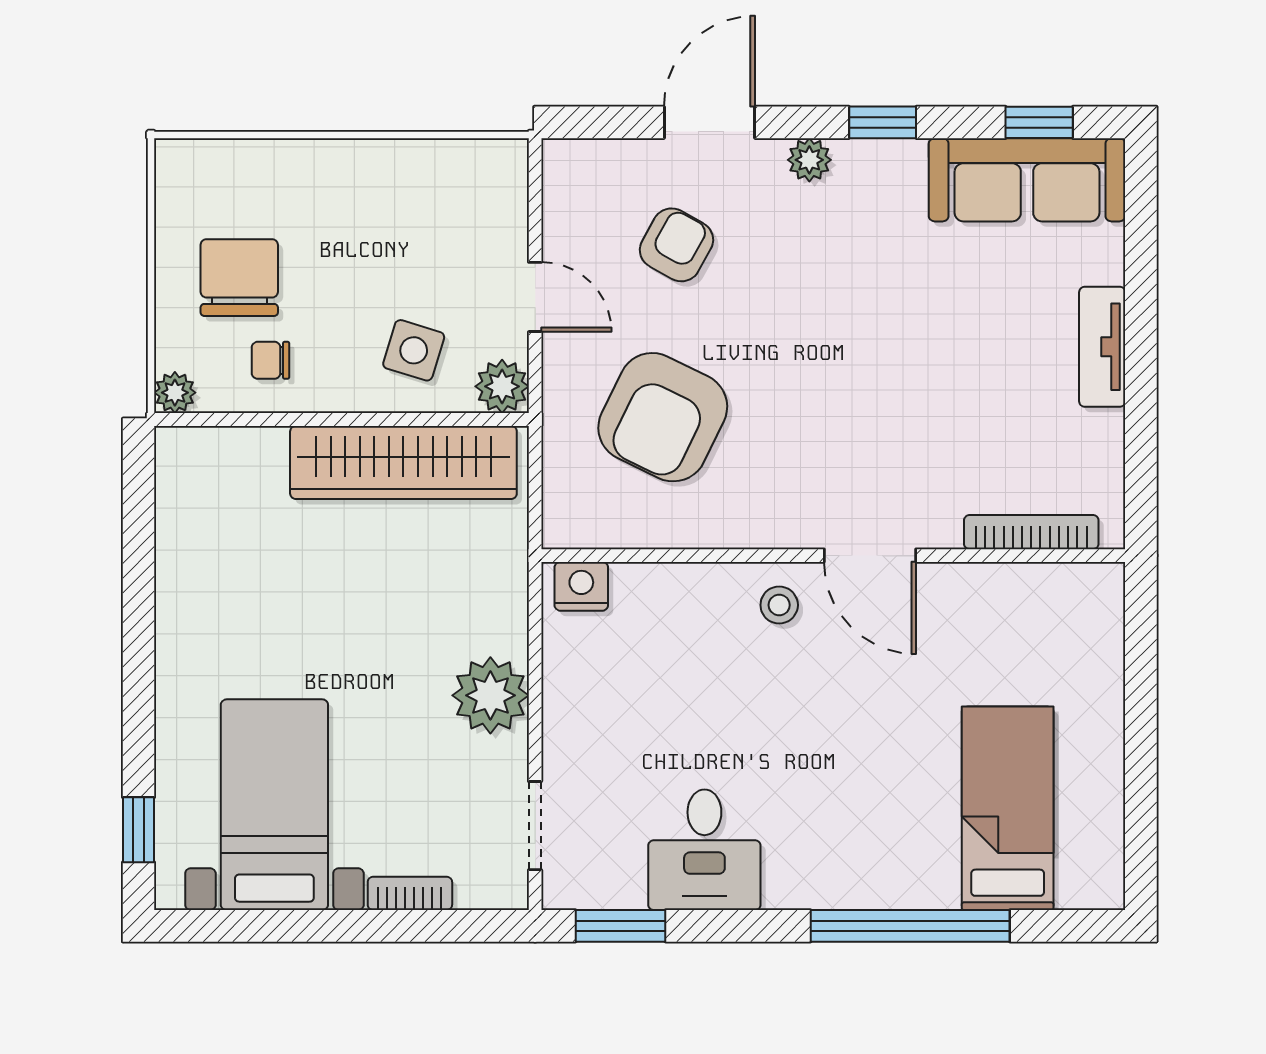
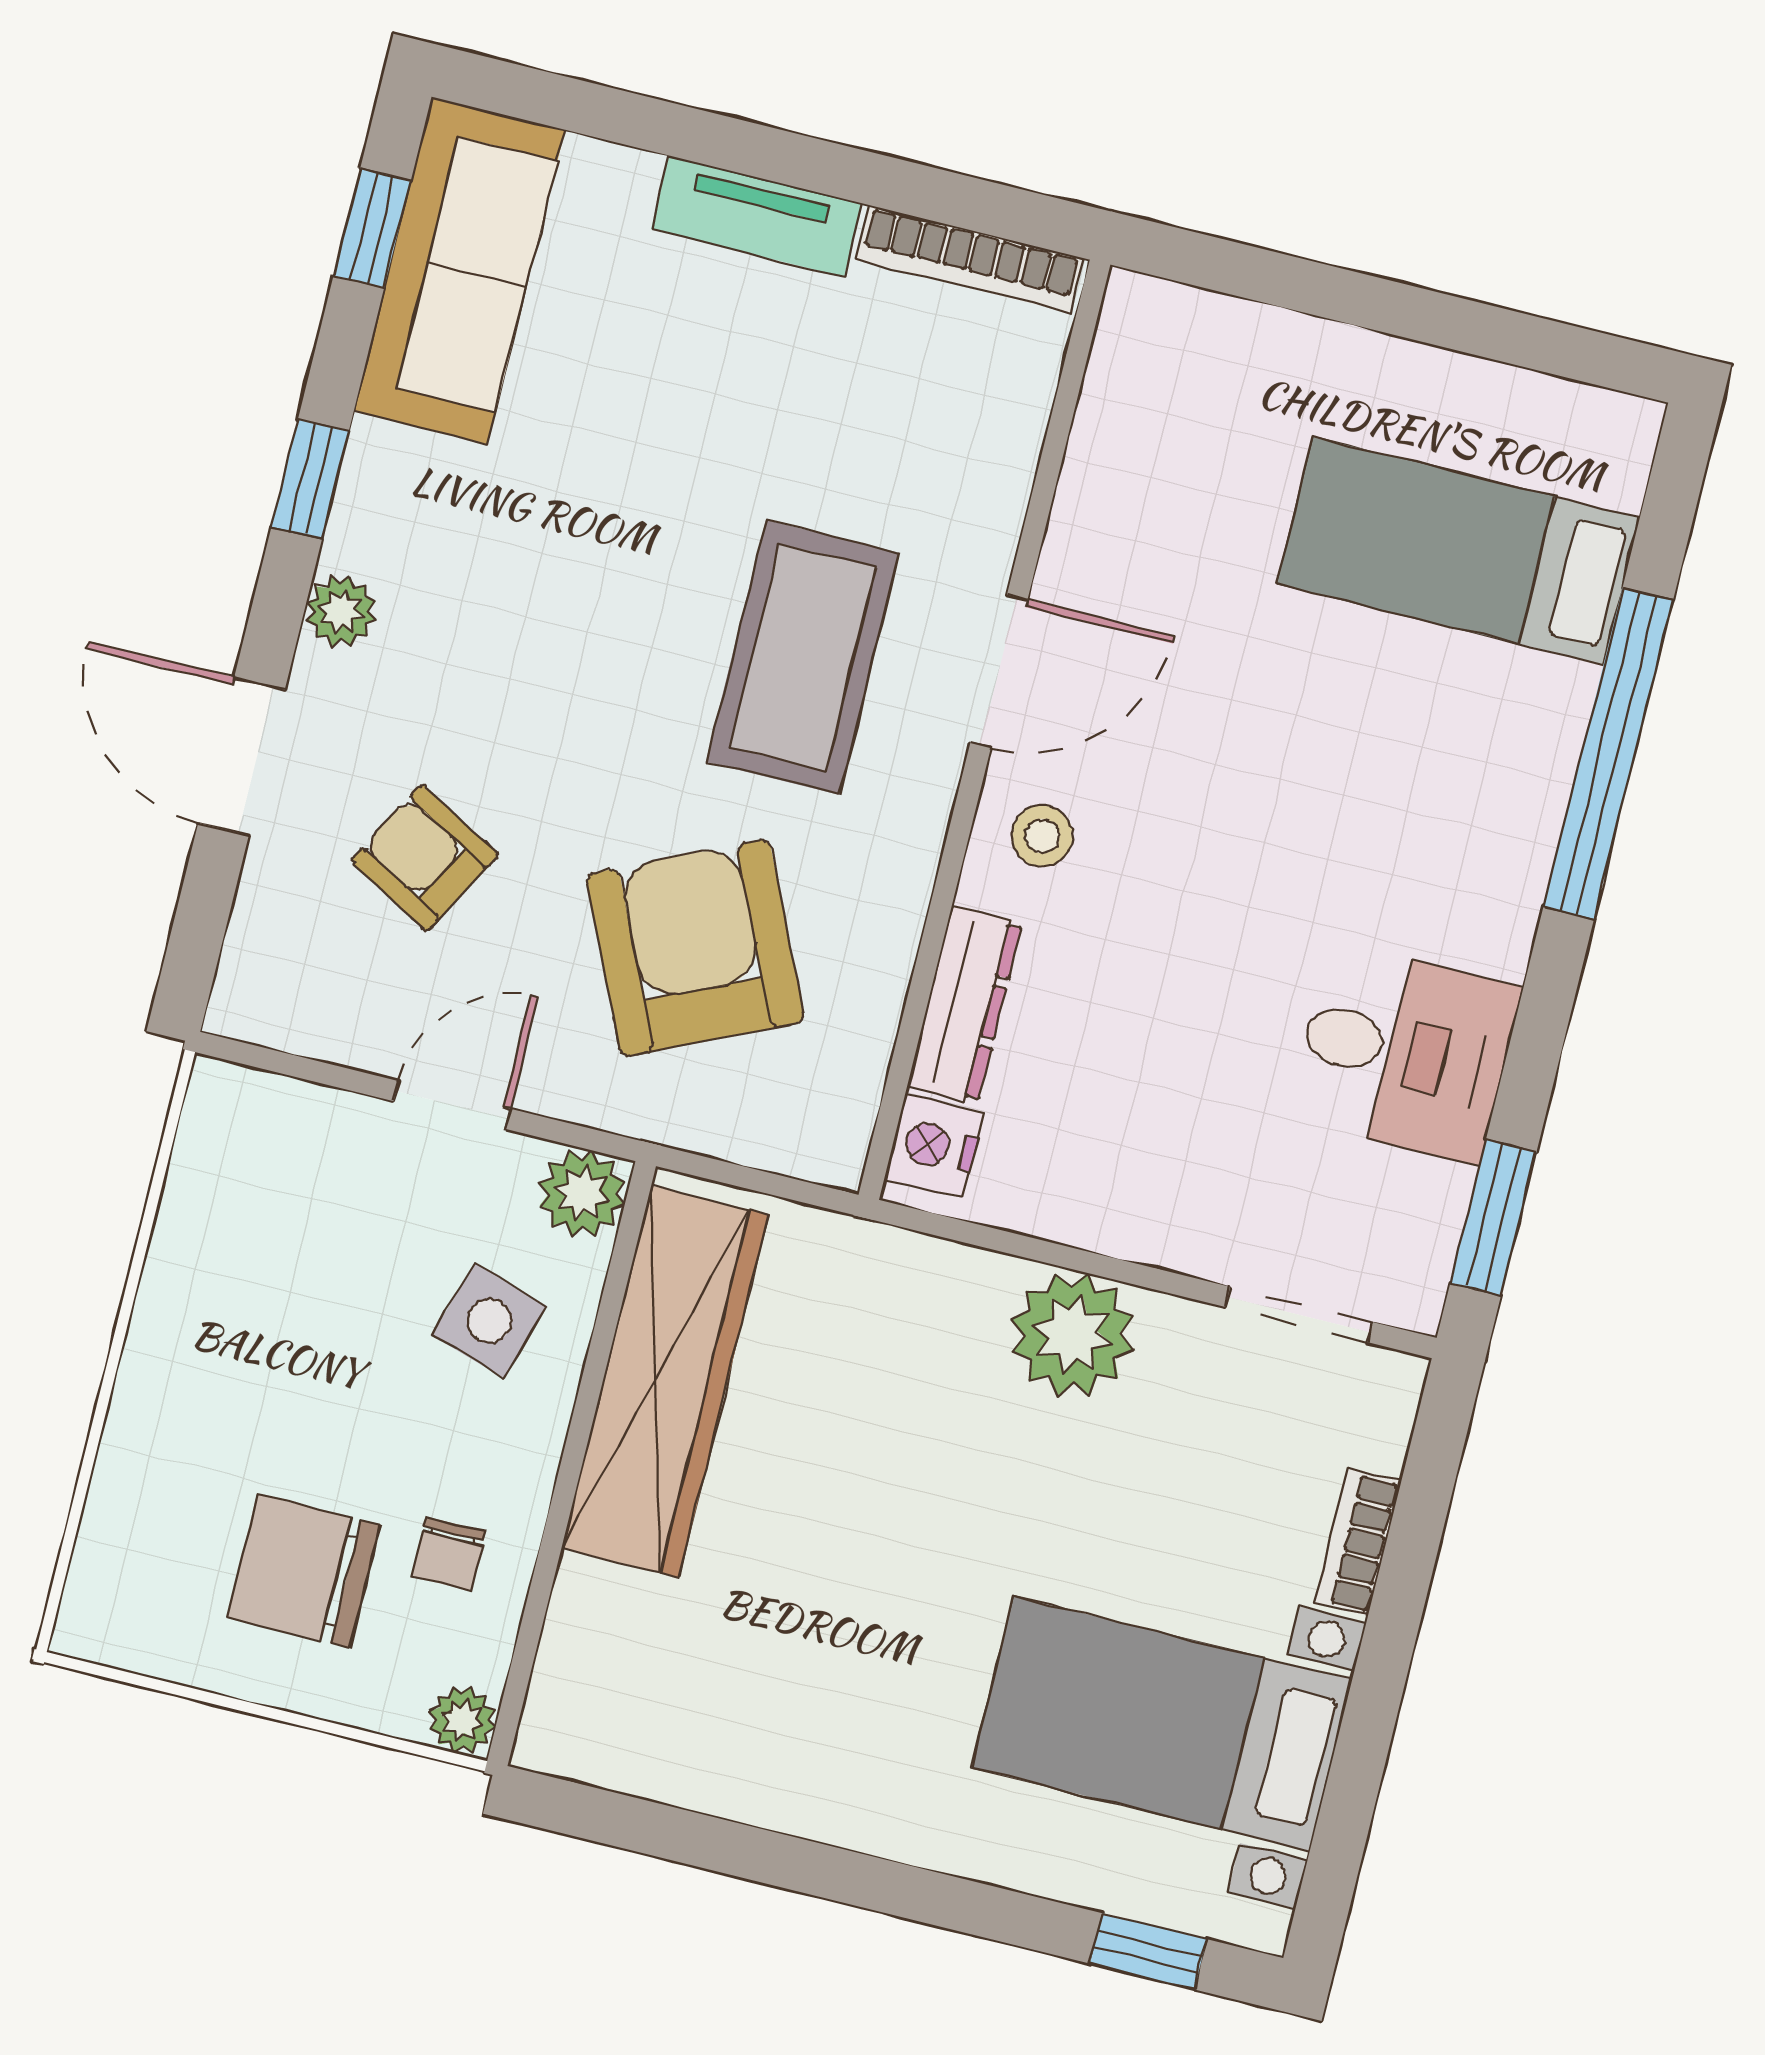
armchair: (663, 417) -> (695, 948), turned -141
coffee table: (849, 438) -> (803, 657), added
bookcase: (1031, 532) -> (970, 259), moved, turned -90
dresser: (669, 584) -> (965, 1005), added

